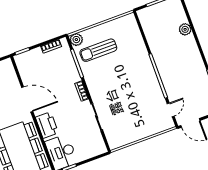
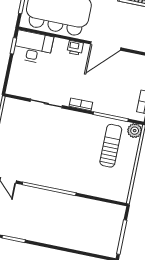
plant: (185, 29) -> (78, 244), removed
printer: (47, 125) -> (75, 48), width x0.53, depth x0.68

